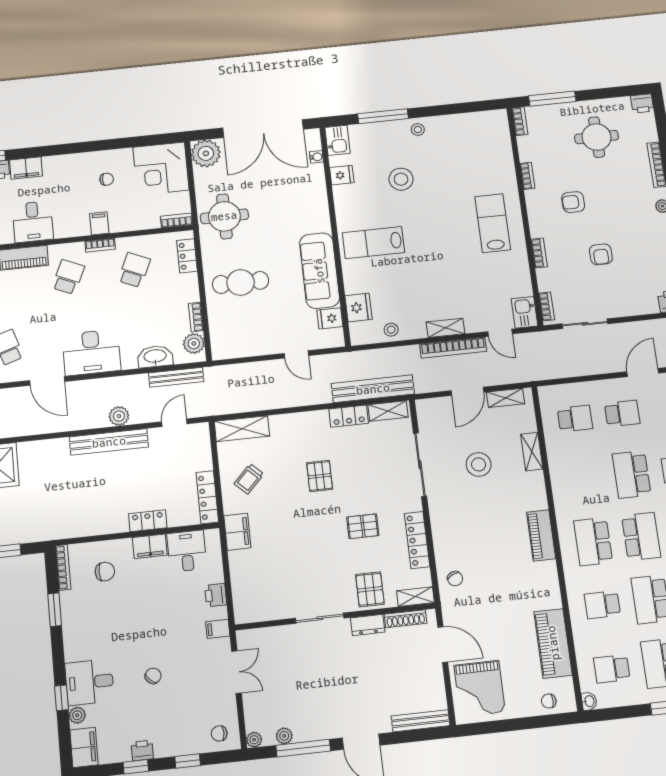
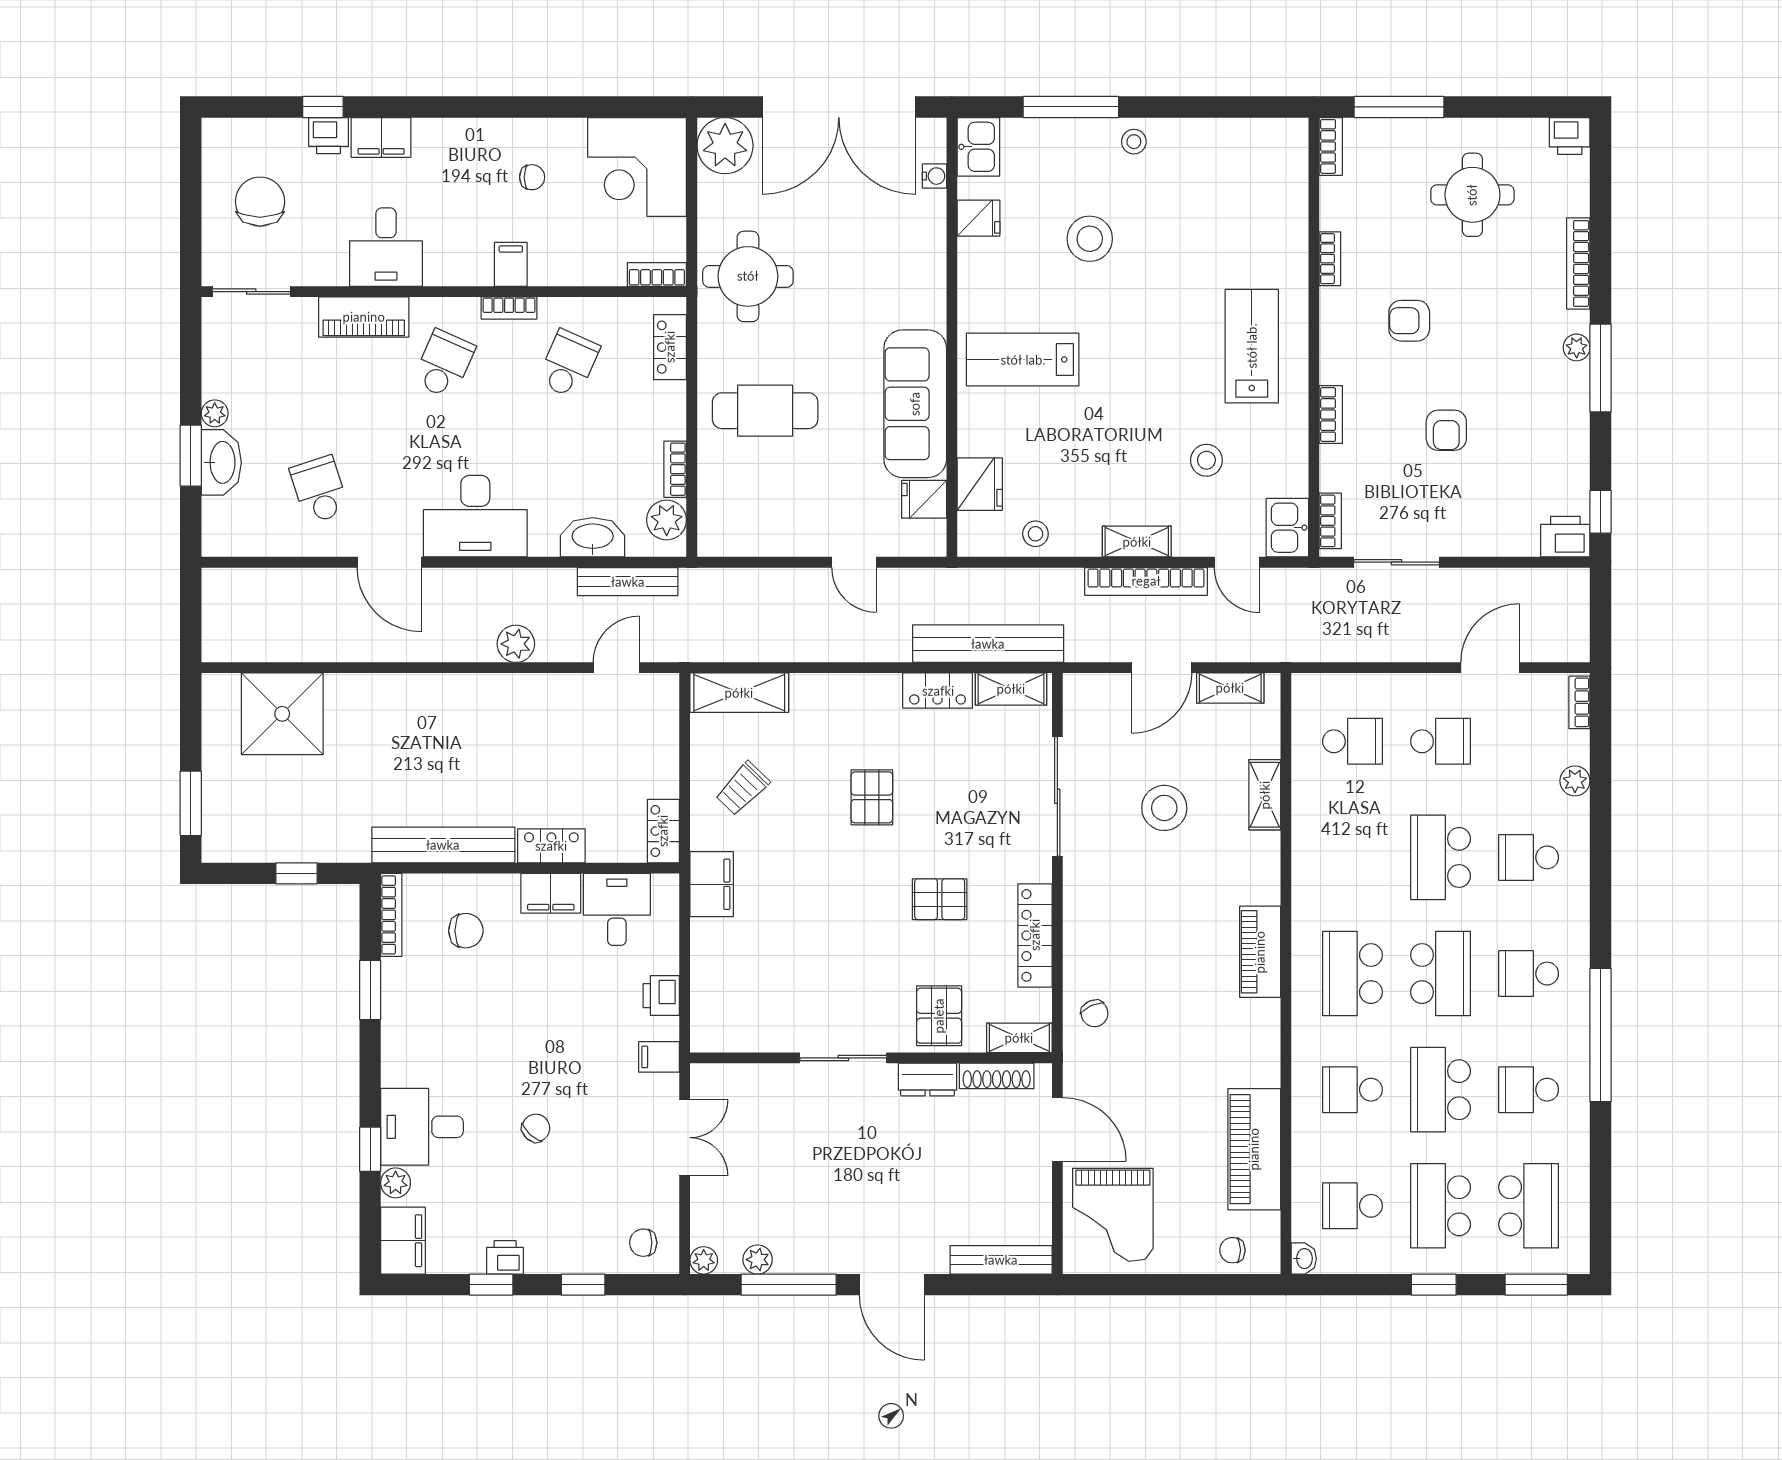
stool: (477, 283) -> (1206, 460), added
bench: (109, 442) -> (443, 845), moved
locker: (207, 497) -> (663, 831), width x0.66

